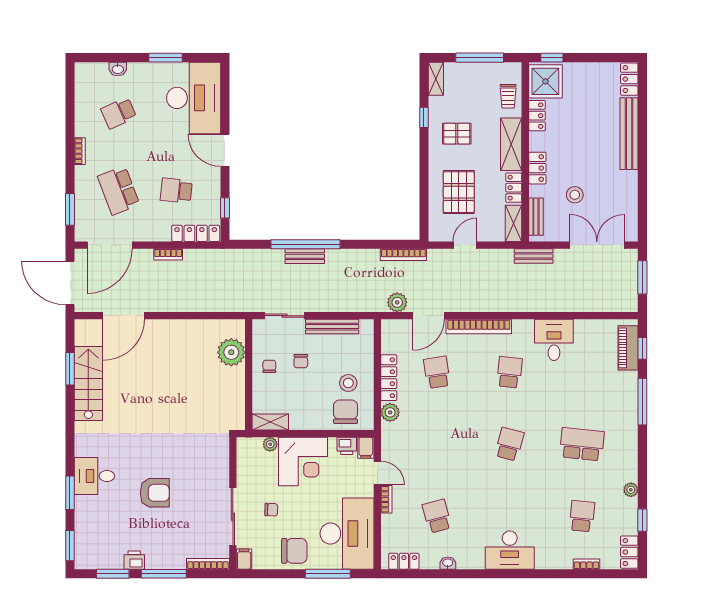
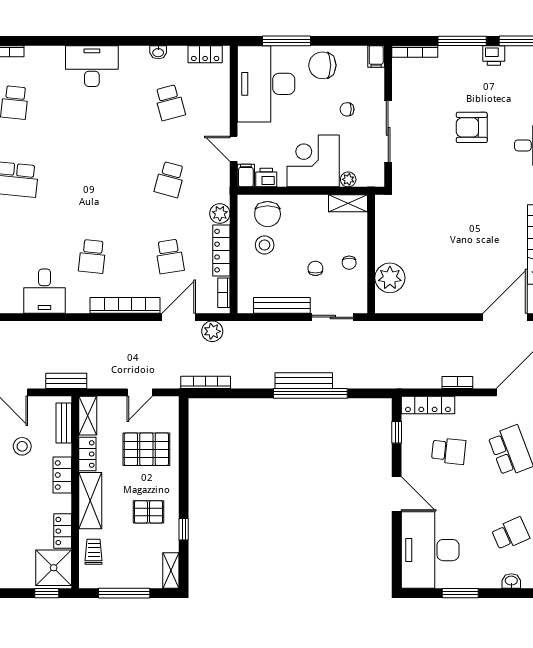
pallet: (459, 192) -> (146, 449), turned 90
bench: (305, 256) -> (304, 381), width x1.36
school desk: (509, 444) -> (170, 179), moved
bookcase: (386, 499) -> (224, 293), moved
sliding door: (233, 517) -> (388, 131), moved

